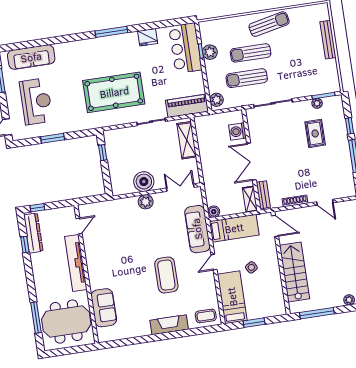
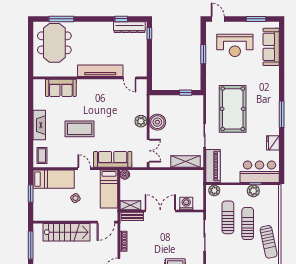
door: (79, 226) -> (130, 78), moved
tv unit: (76, 263) -> (100, 71), moved
wall: (86, 274) -> (90, 78), moved
sofa: (104, 308) -> (61, 88), moved

